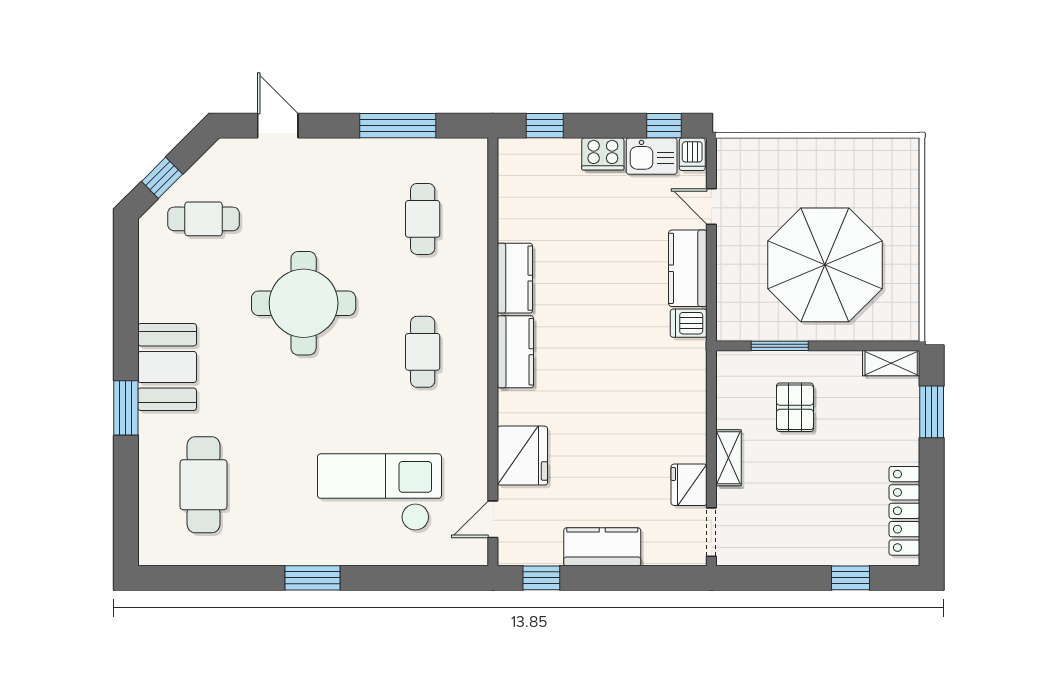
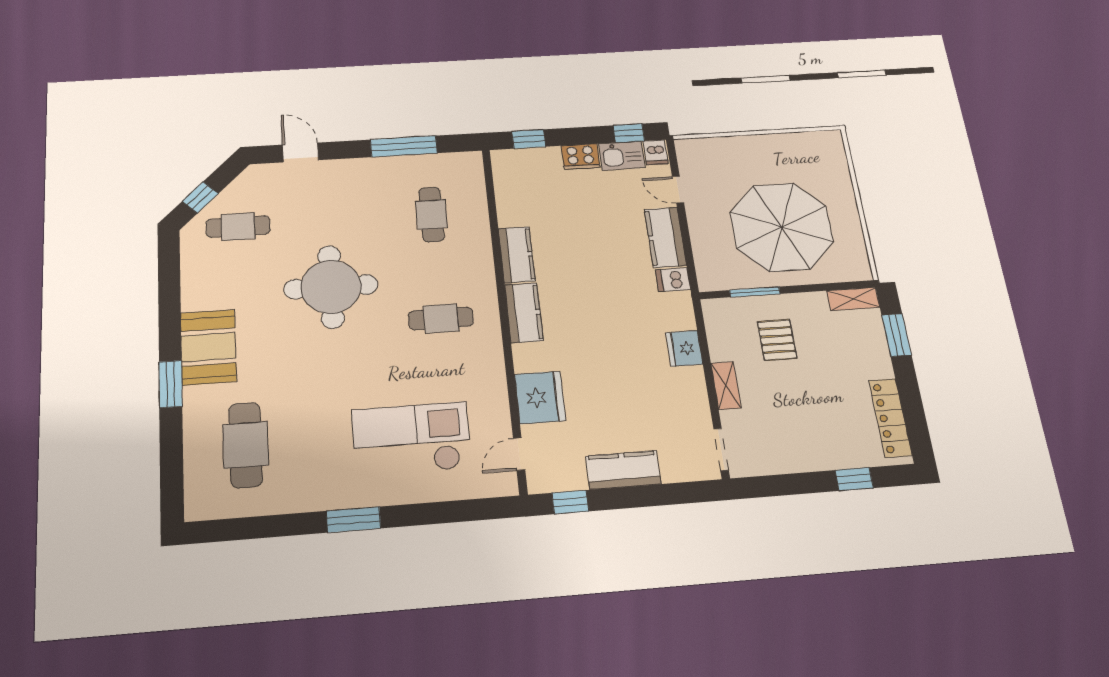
cafe table: (423, 352) -> (441, 318), turned 90
fridge: (689, 485) -> (684, 348), moved

